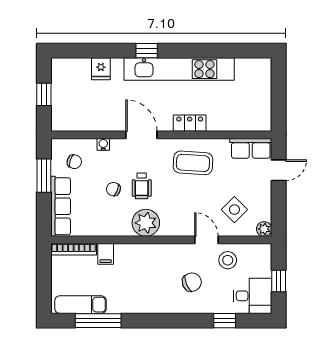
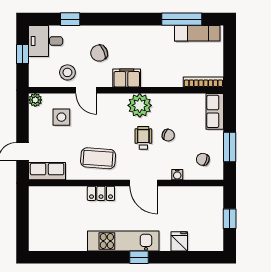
kitchen unit: (179, 69) -> (123, 241), width x0.73
row of seats: (61, 206) -> (215, 111), width x0.68
side table: (234, 210) -> (61, 117), turned 45
filing cabinet: (106, 254) -> (127, 78), moved, width x2.00

